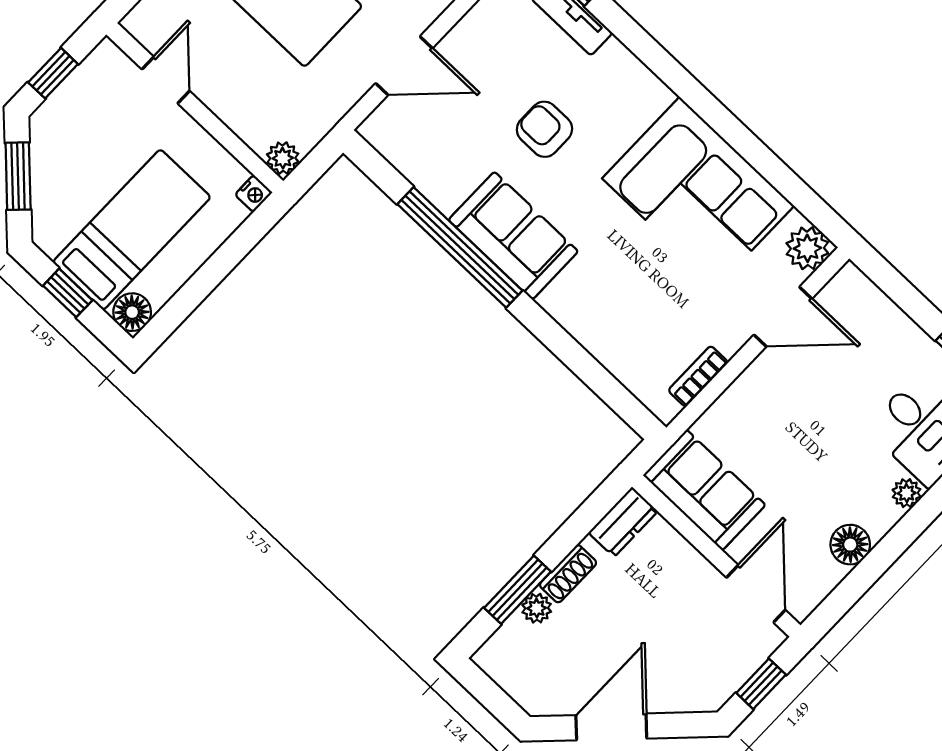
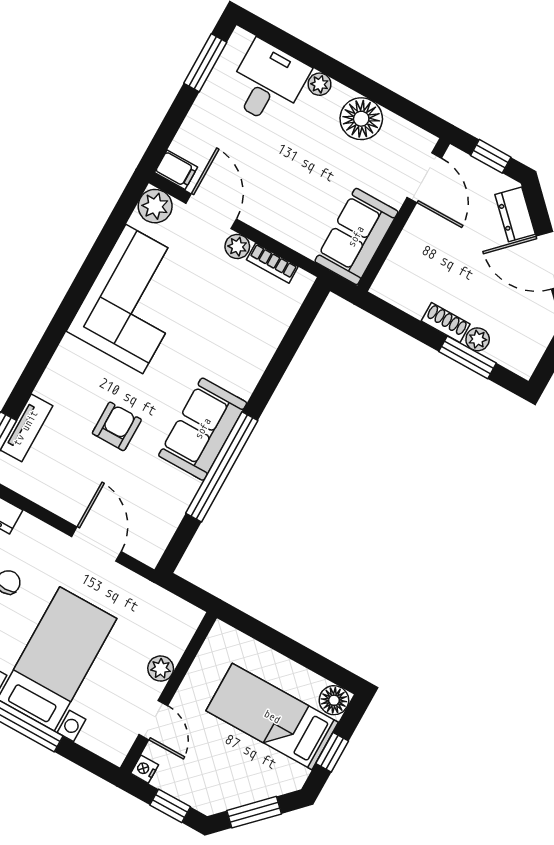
door: (166, 80) -> (153, 720), swing flipped
armchair: (544, 129) -> (117, 426), turned 180
plant: (283, 158) -> (161, 669), moved
nightstand: (254, 194) -> (145, 769), moved, turned -90
filing cabinet: (846, 286) -> (176, 170), added
plant: (730, 338) -> (237, 246), added
dresser: (623, 522) -> (515, 214), moved, turned -135
floor lamp: (850, 545) -> (361, 119), width x1.38, depth x1.38
door: (756, 594) -> (424, 178), swing flipped

